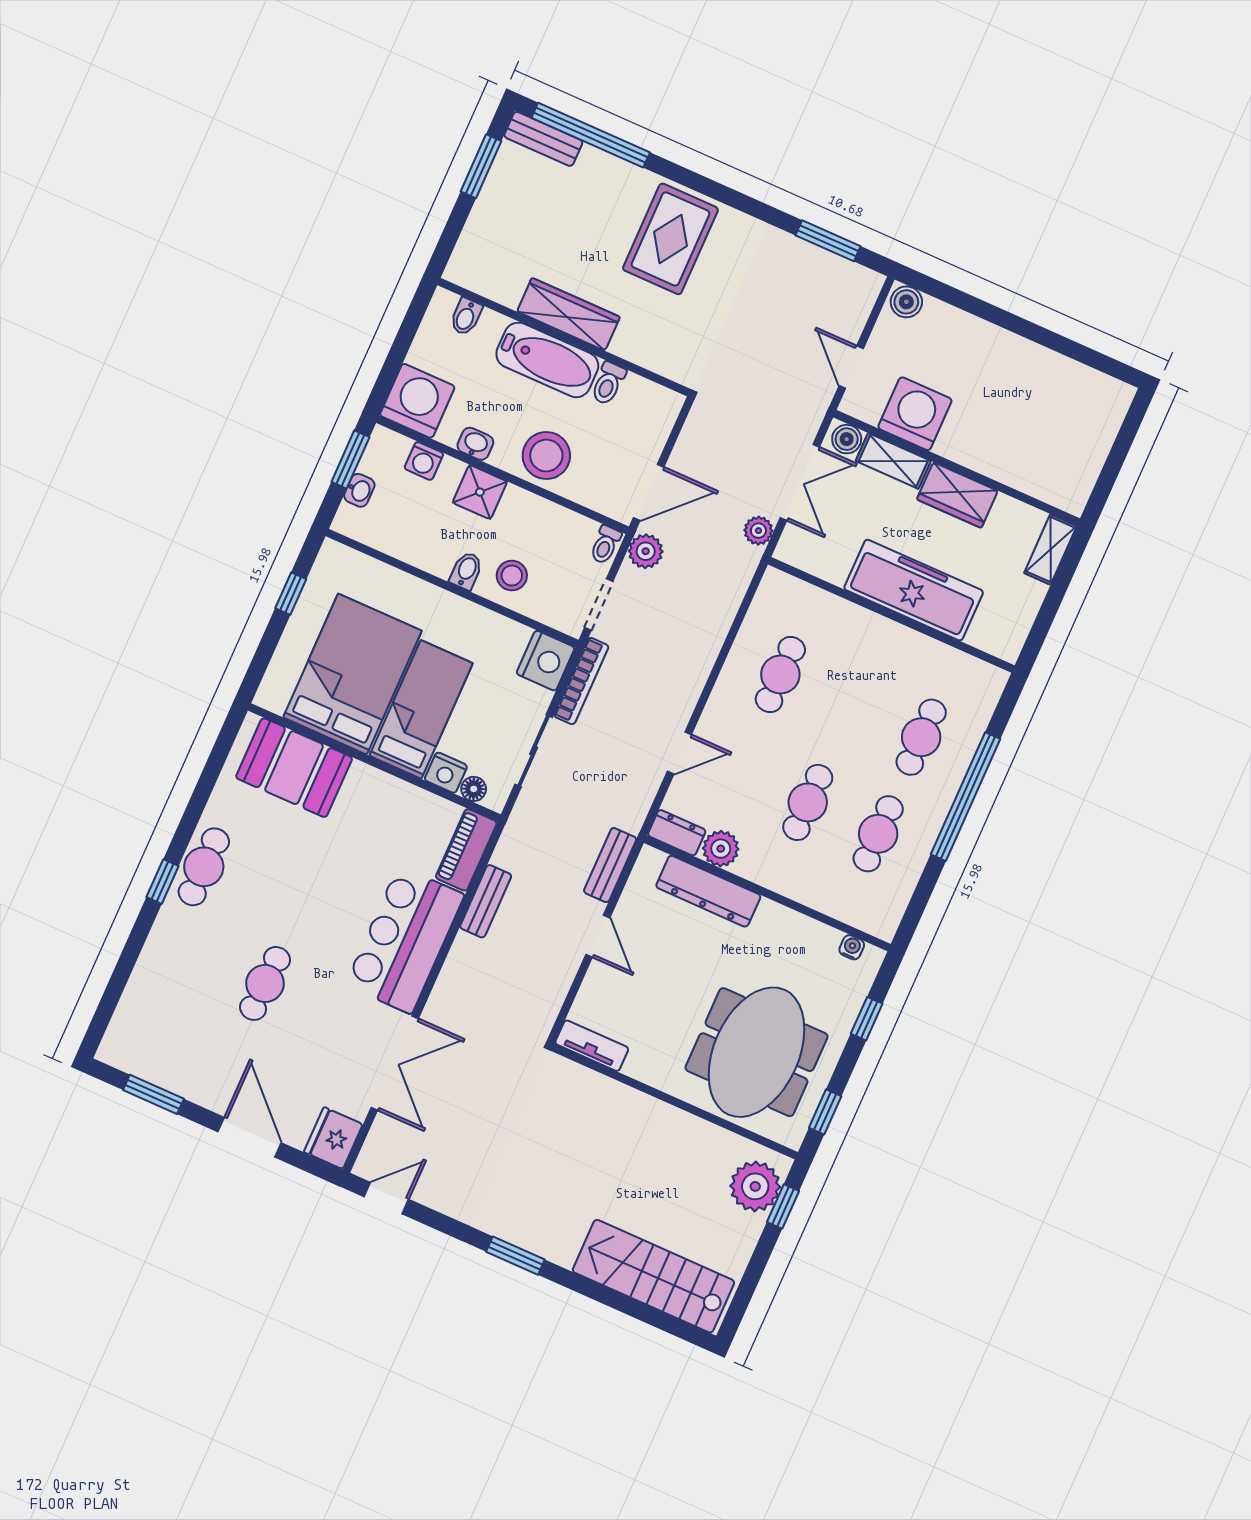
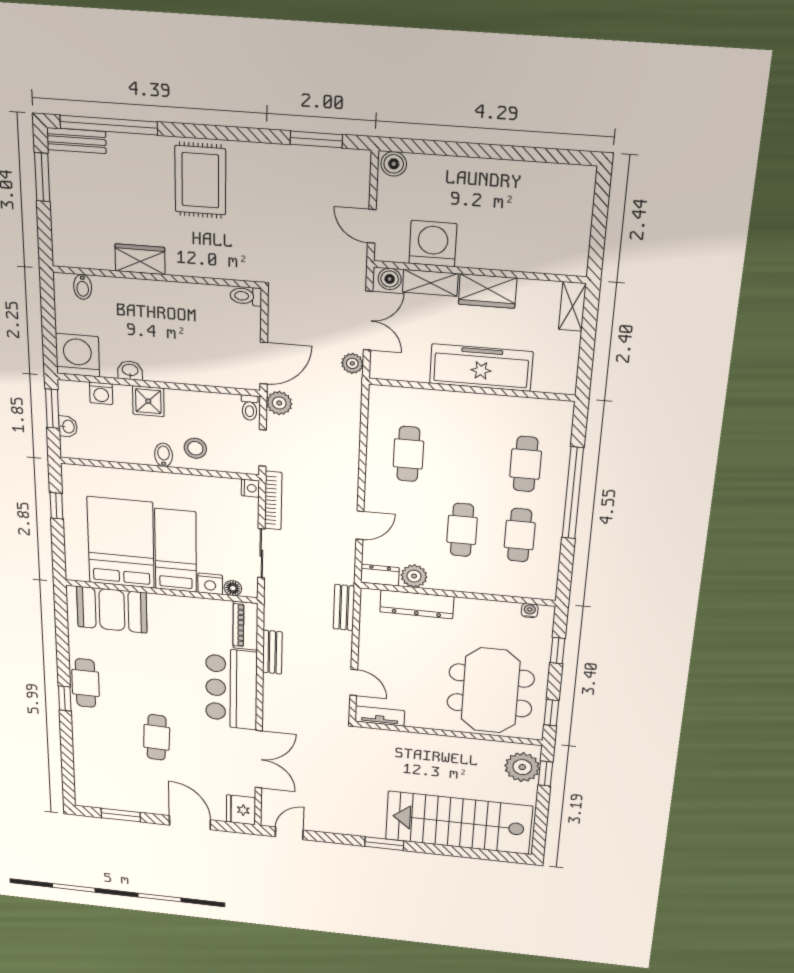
wardrobe: (568, 314) -> (140, 259), width x0.67
bathtub: (547, 360) -> (152, 297), removed
toilet: (608, 383) -> (246, 296), moved, turned 90
stool: (546, 456) -> (182, 362), removed
nightstand: (546, 661) -> (250, 488), width x0.53, depth x0.56
door: (598, 936) -> (354, 682), moved
stairs: (653, 1276) -> (459, 823), width x1.36, depth x1.51

